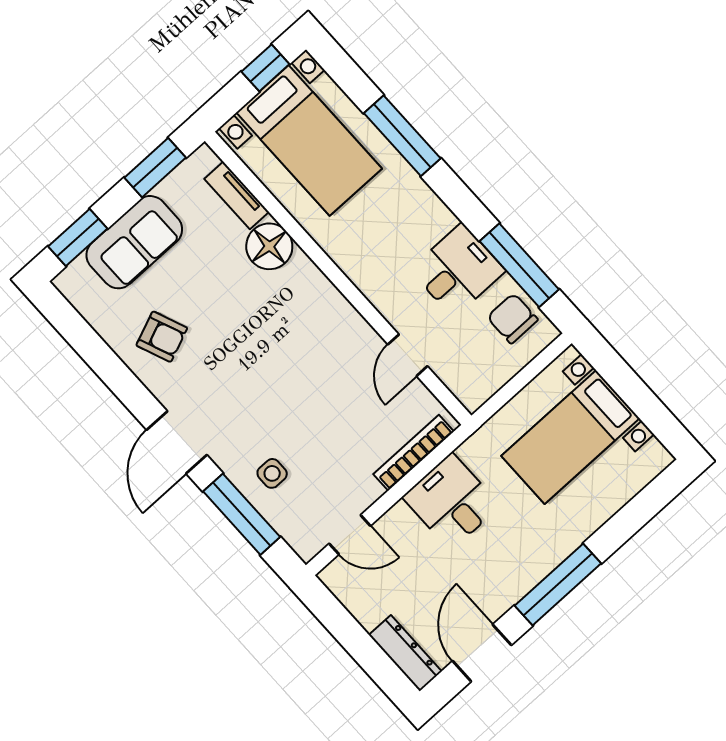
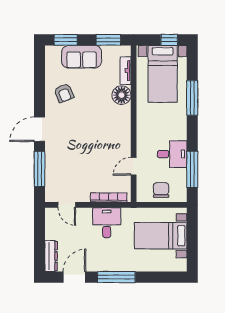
chair: (512, 318) -> (161, 190), moved
side table: (272, 473) -> (60, 165), removed

